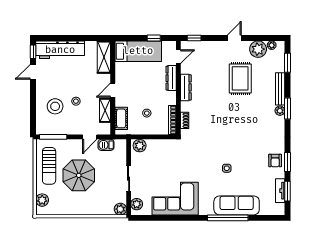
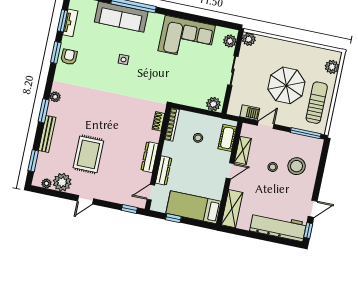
plant: (280, 111) -> (55, 97), moved

